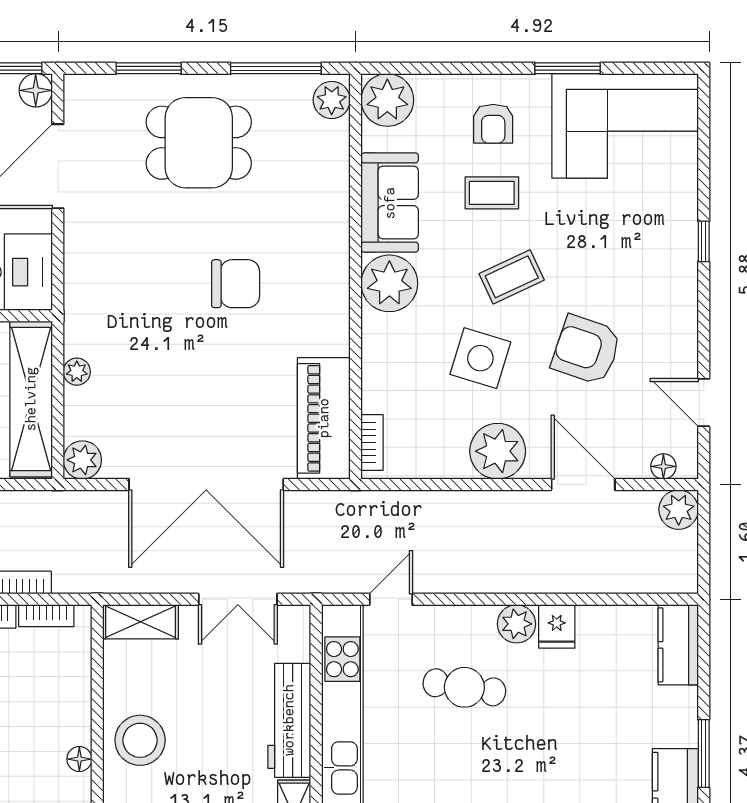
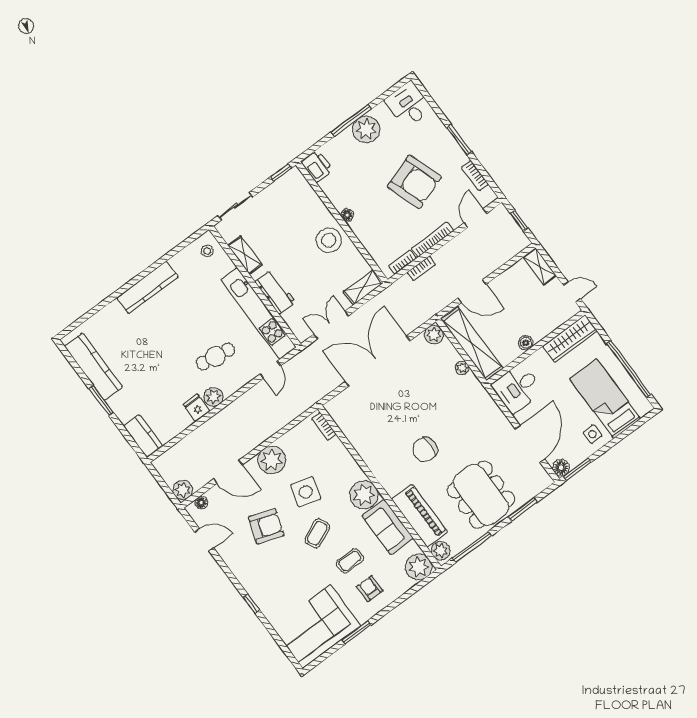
dining table: (199, 143) -> (481, 495), width x1.38
piano: (324, 418) -> (420, 516), moved
workbench: (289, 720) -> (275, 292), width x0.73

